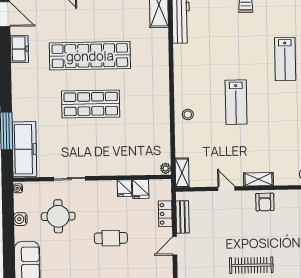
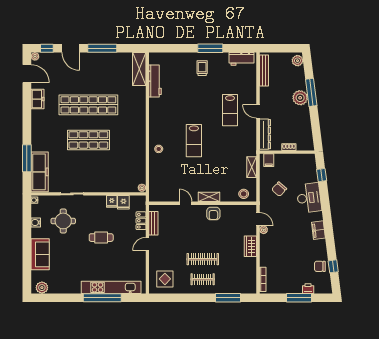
shelving: (182, 173) -> (154, 191), removed

